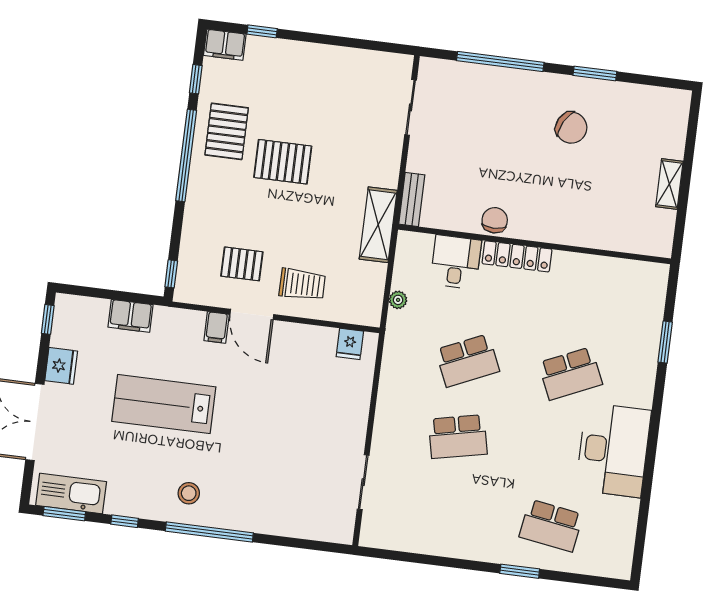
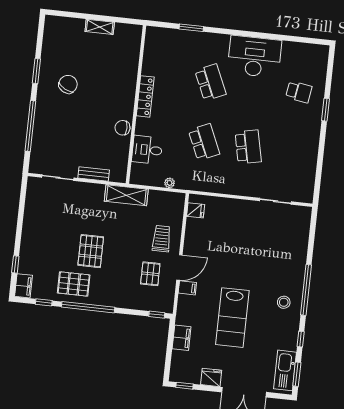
bench: (412, 199) -> (94, 174), moved
locker: (517, 256) -> (145, 96), moved
school desk: (551, 526) -> (299, 92), width x0.54

